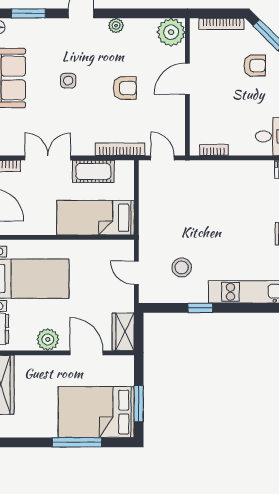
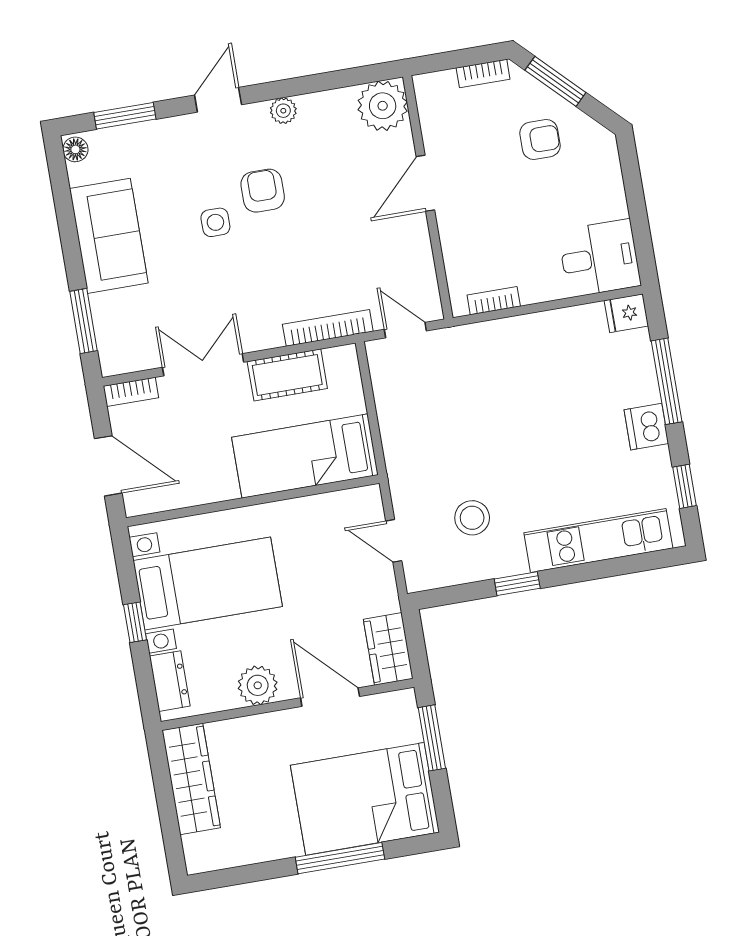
bookcase: (221, 24) -> (483, 74), width x0.64
armchair: (125, 88) -> (263, 191), moved, turned -90
window: (139, 404) -> (432, 738), moved

